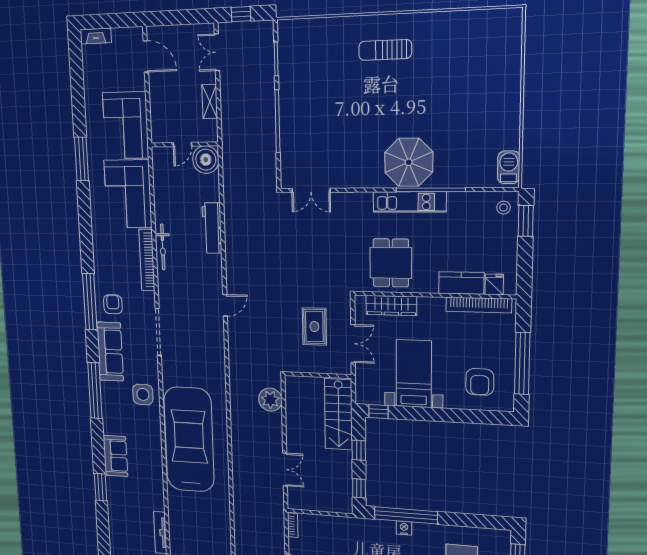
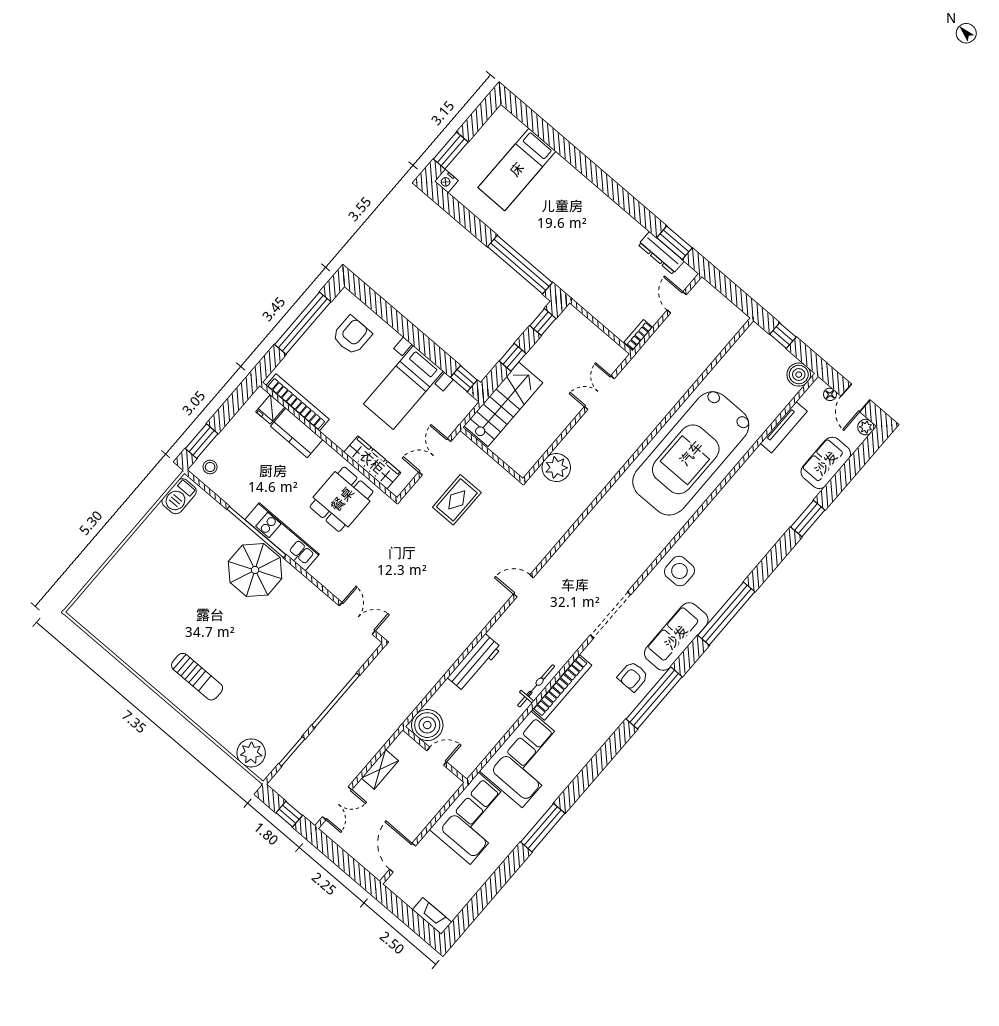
plant: (302, 32) -> (251, 753), added
car: (189, 440) -> (691, 453), moved
sofa: (115, 456) -> (826, 463), moved
nightstand: (404, 528) -> (446, 181), moved

